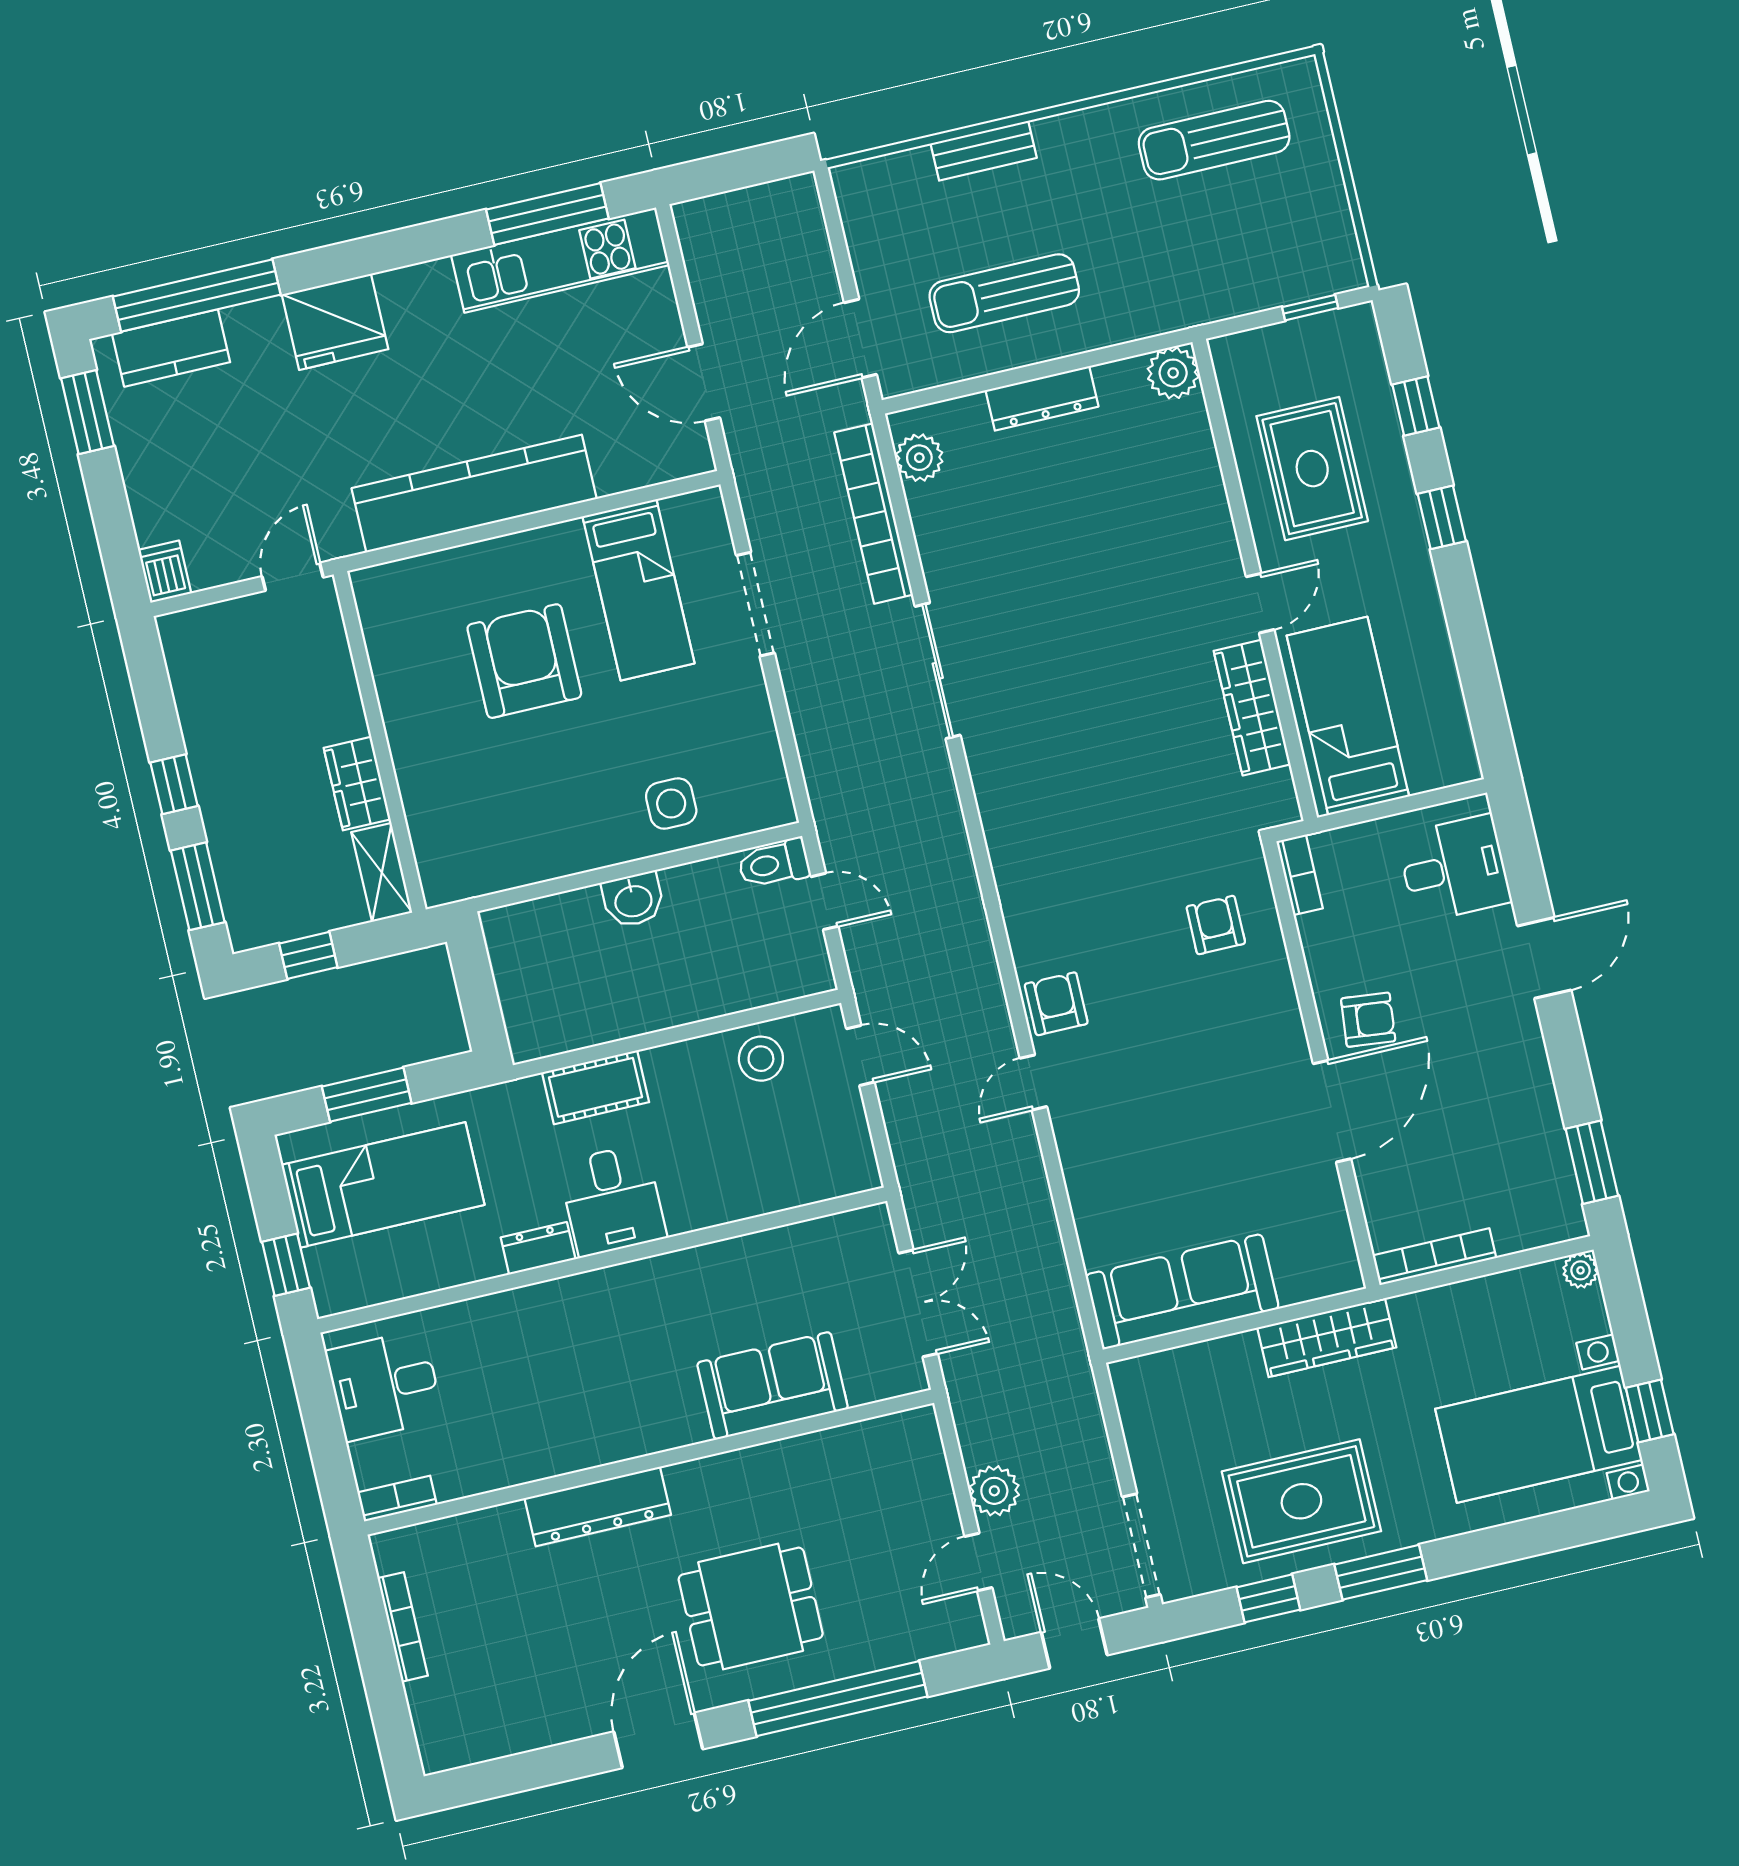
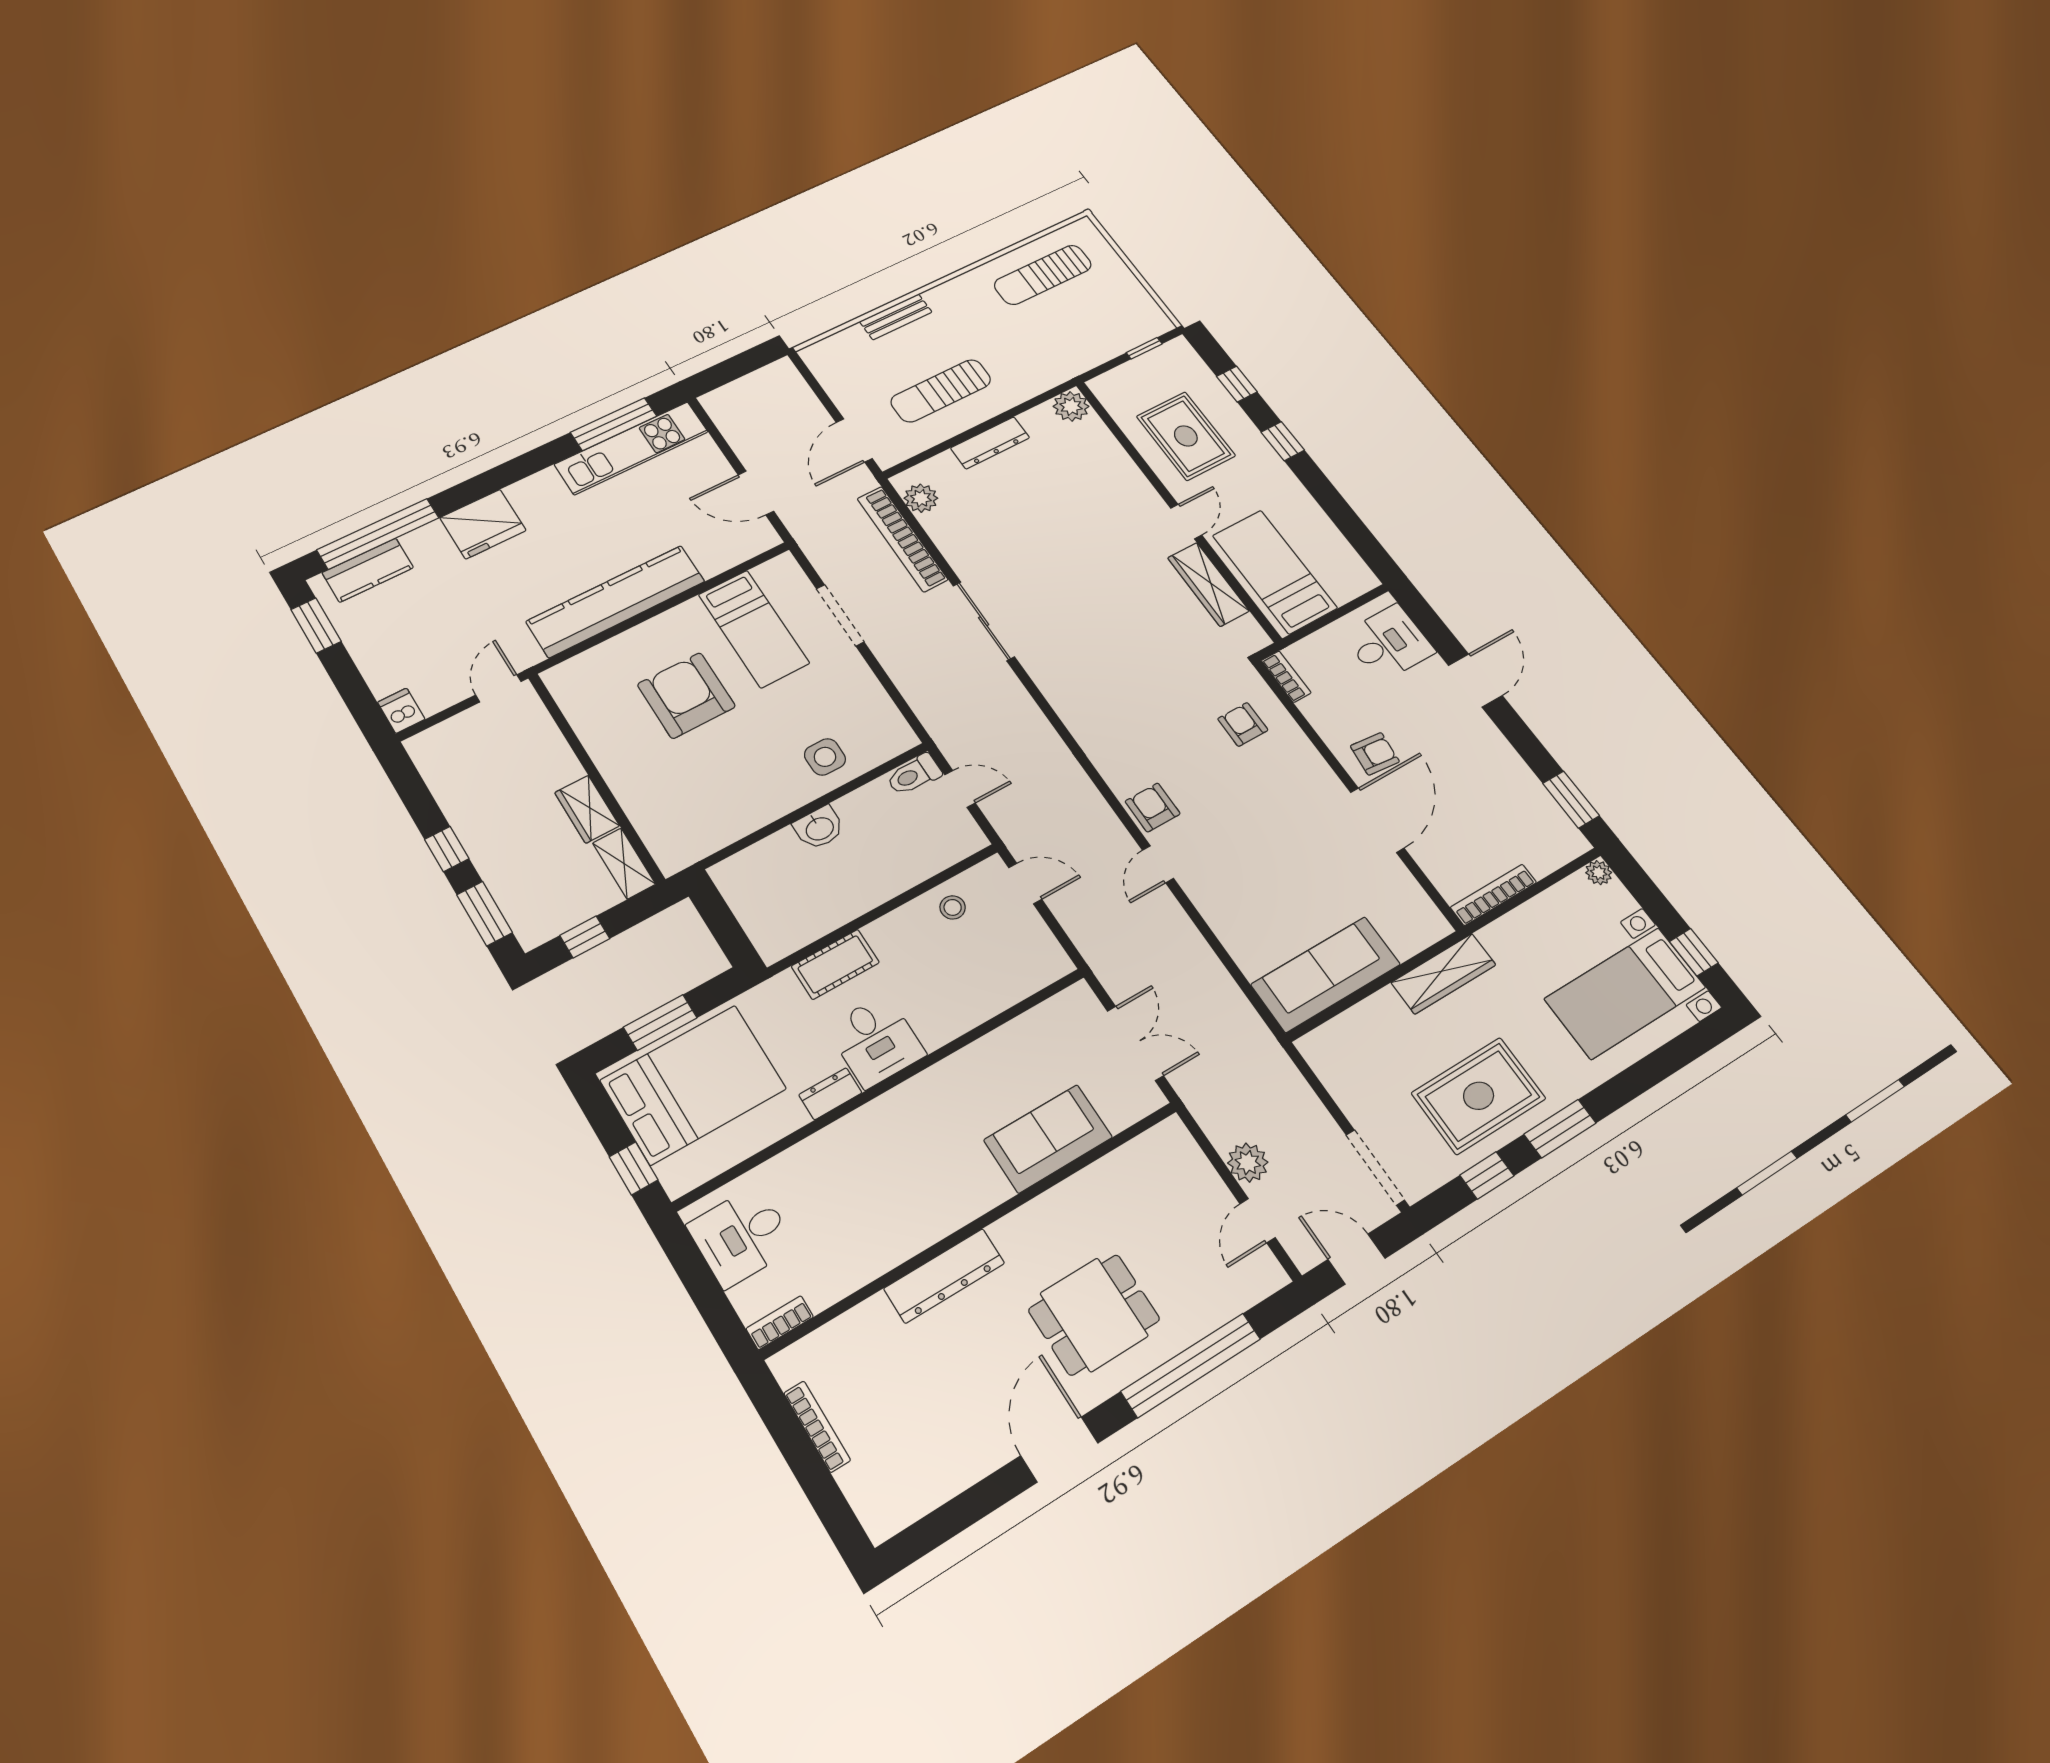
stool: (761, 1059) -> (953, 907), width x0.73, depth x0.73
bed: (383, 1185) -> (693, 1084), width x1.50

